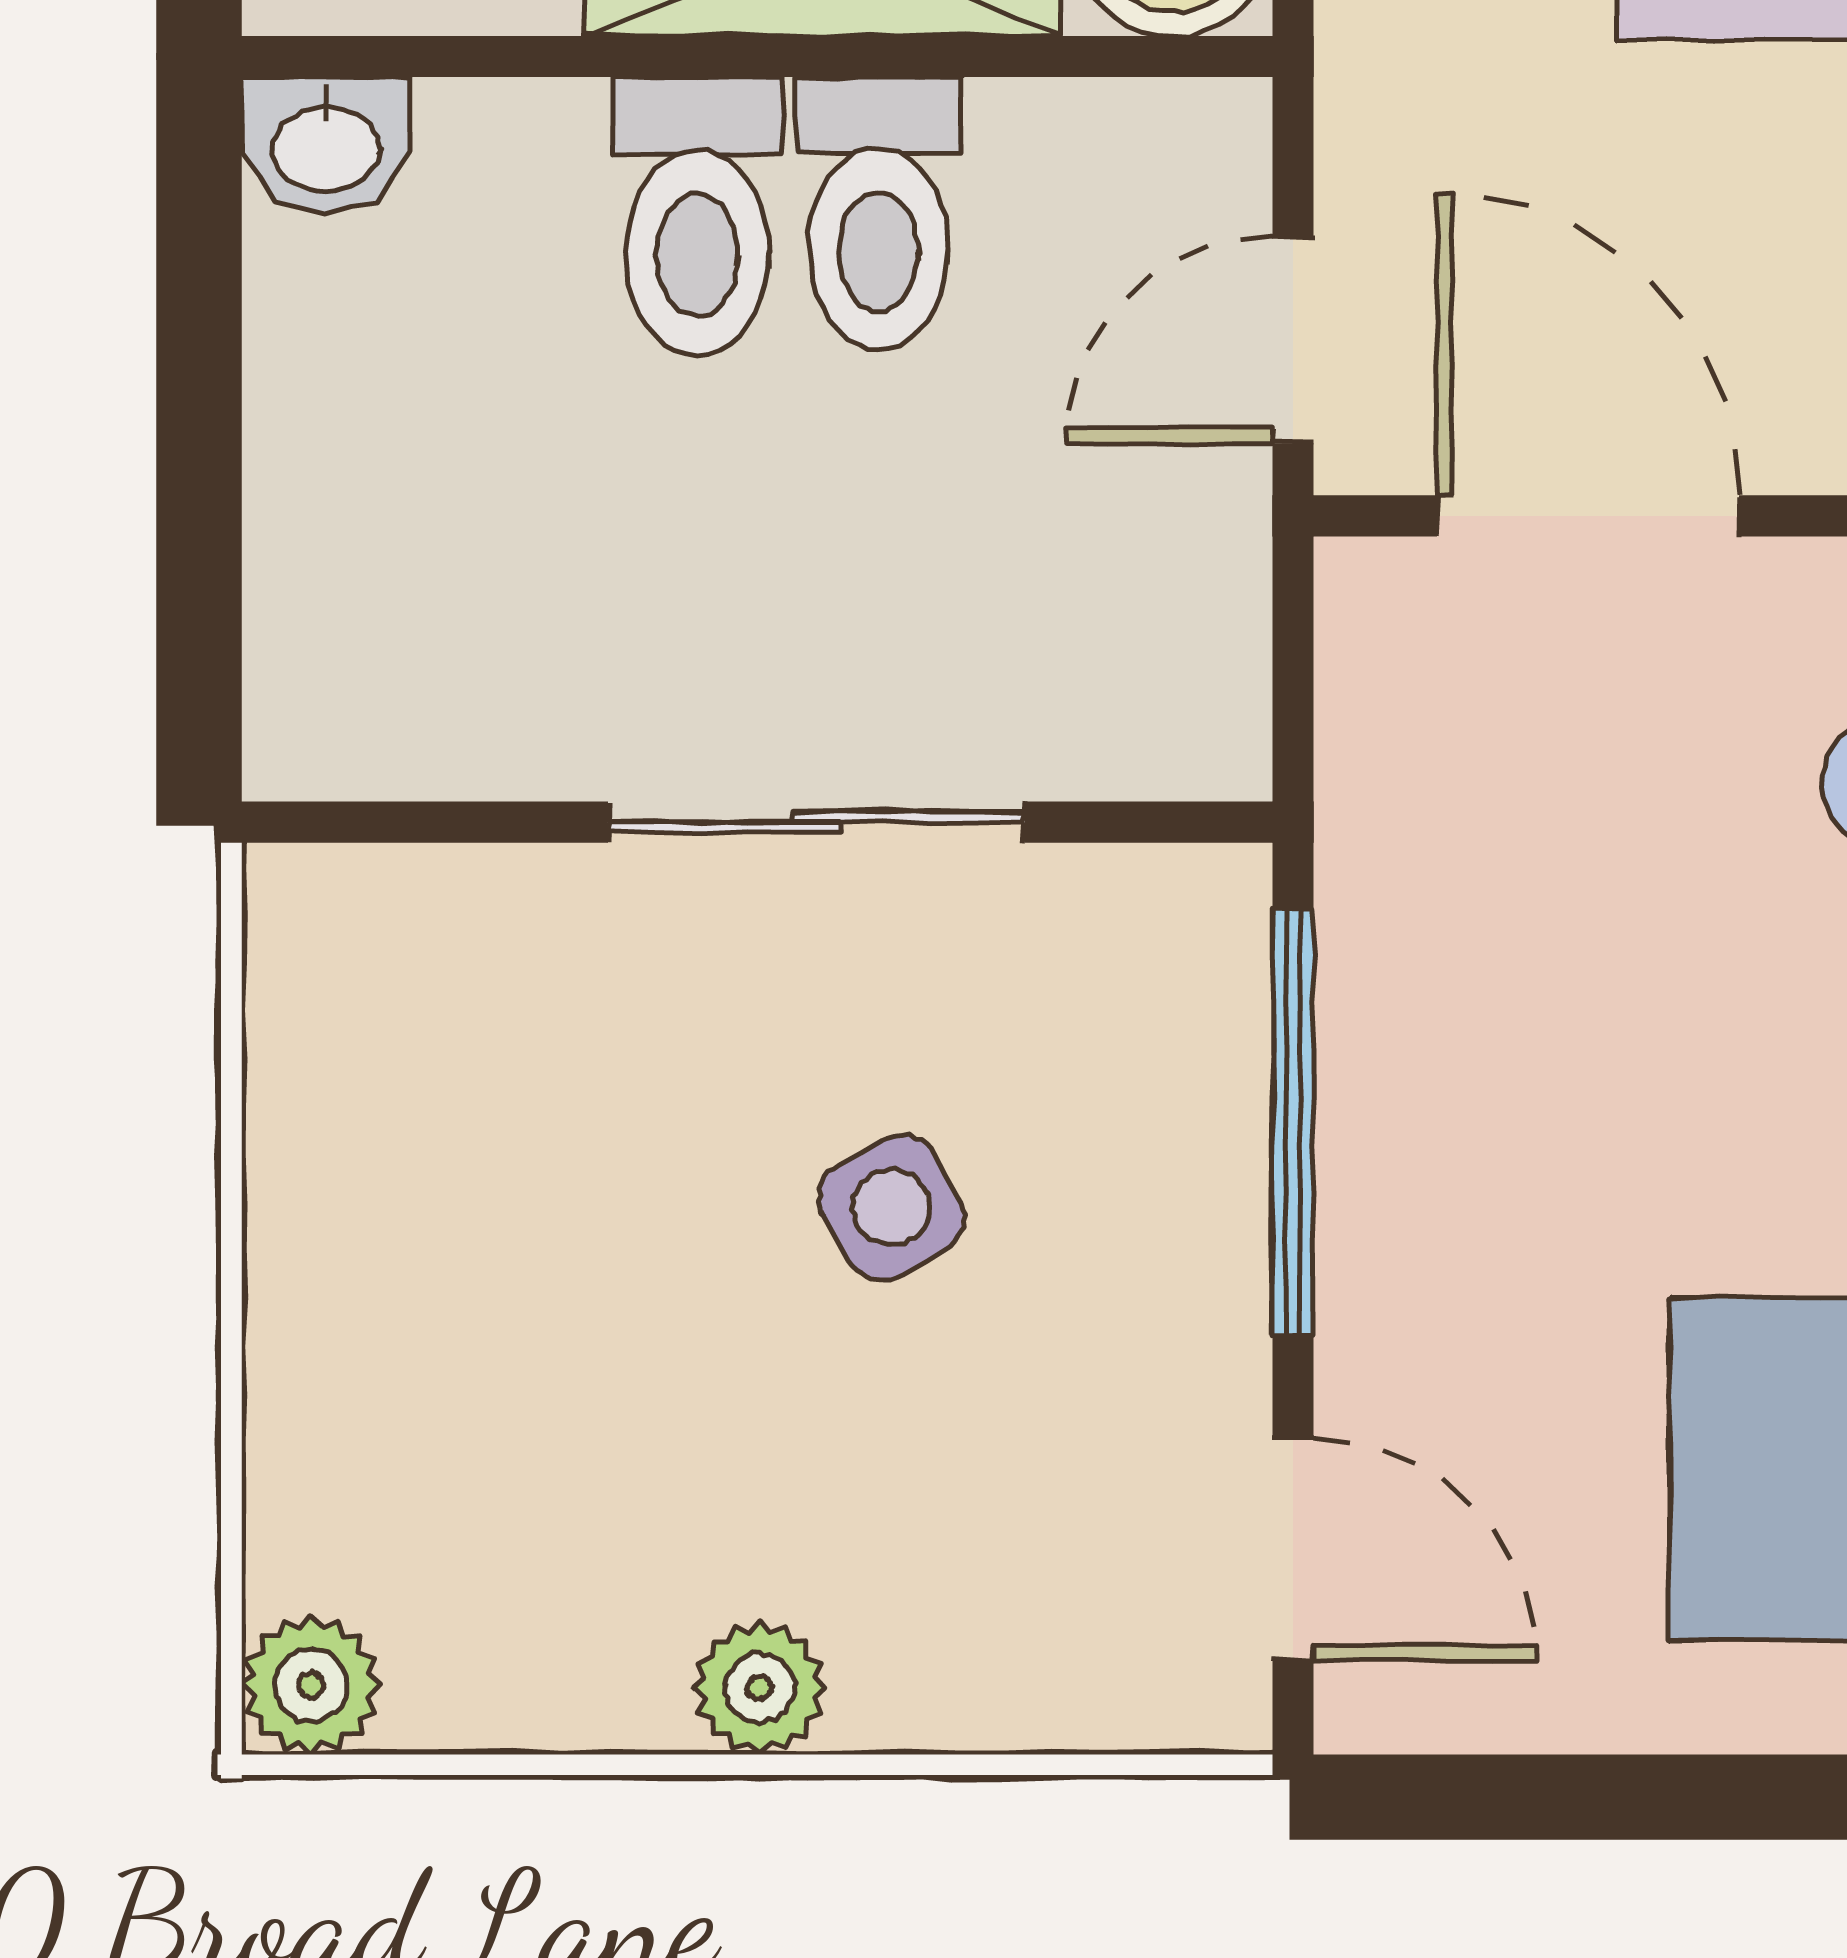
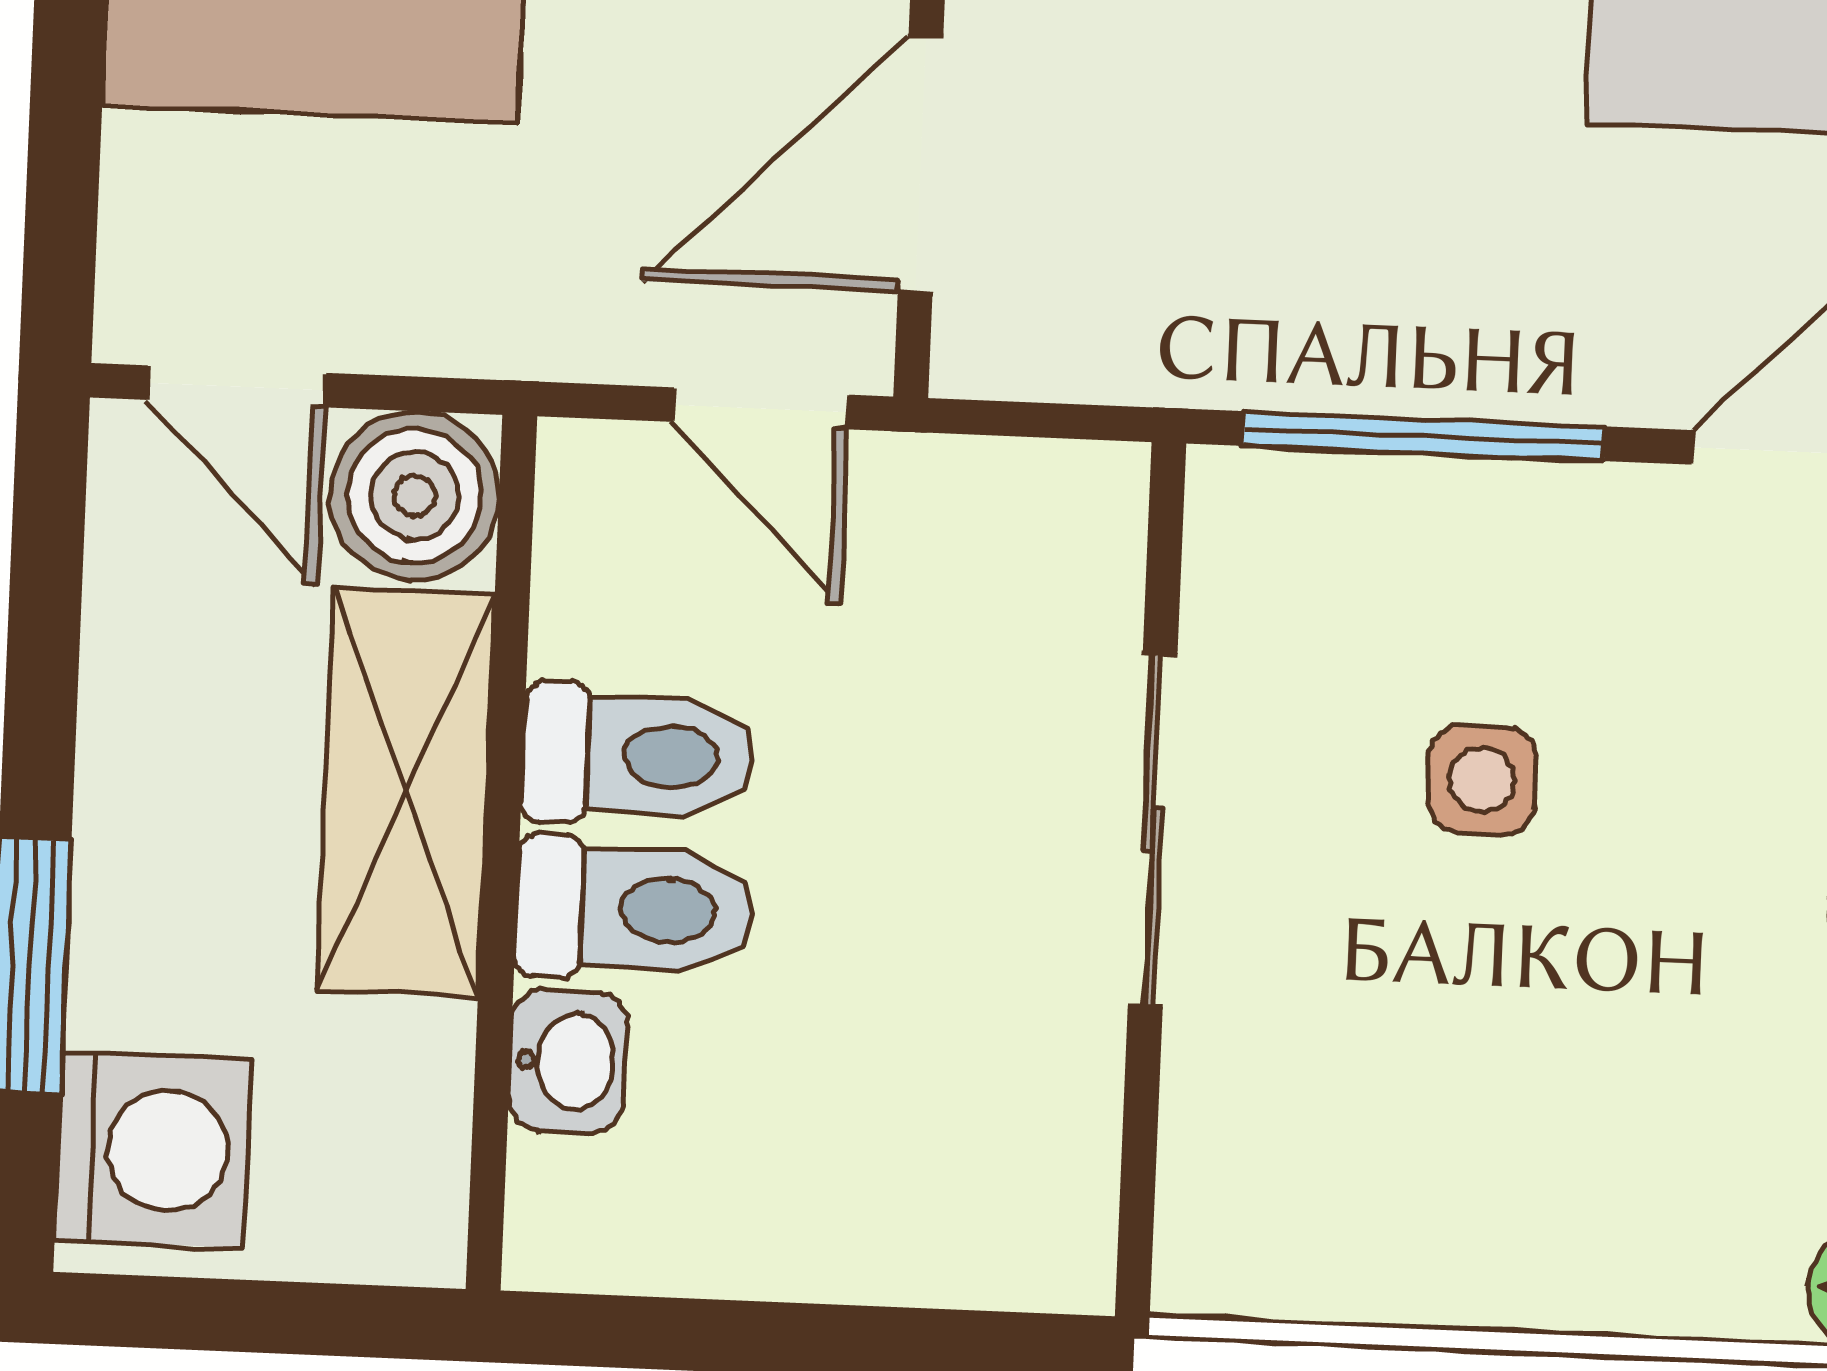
washbasin: (326, 145) -> (568, 1061), moved
side table: (891, 1207) -> (1482, 780), turned 30

